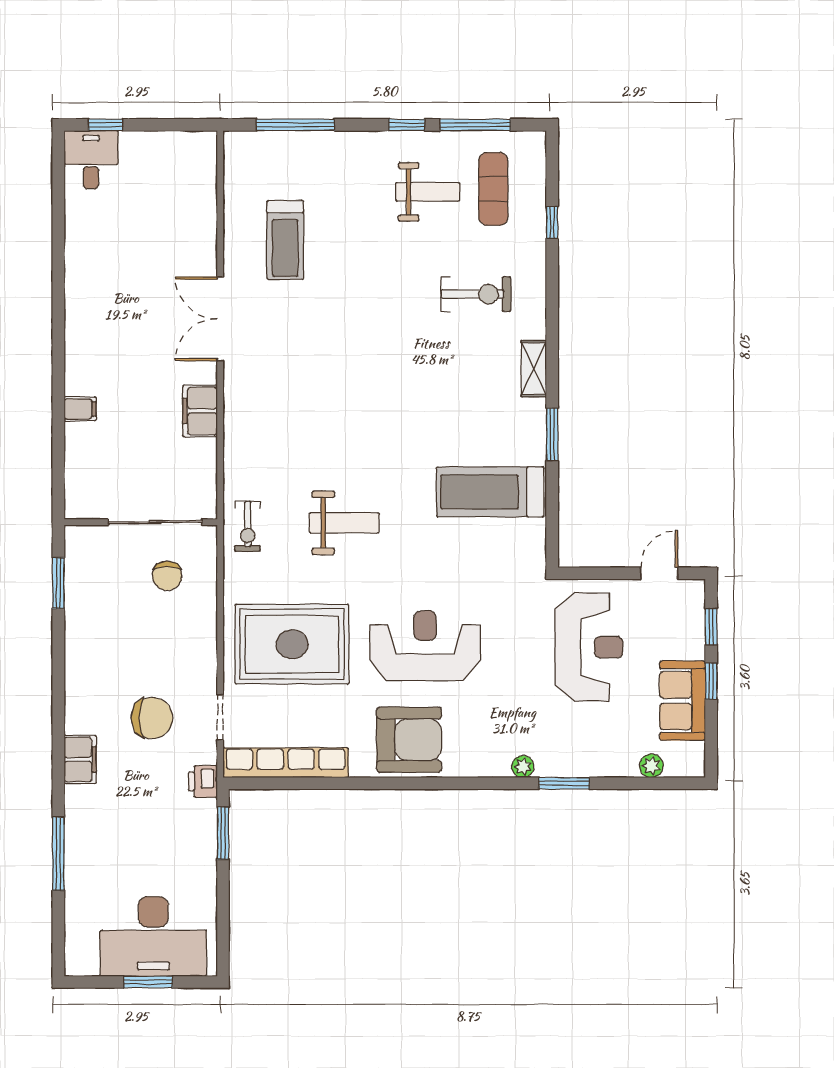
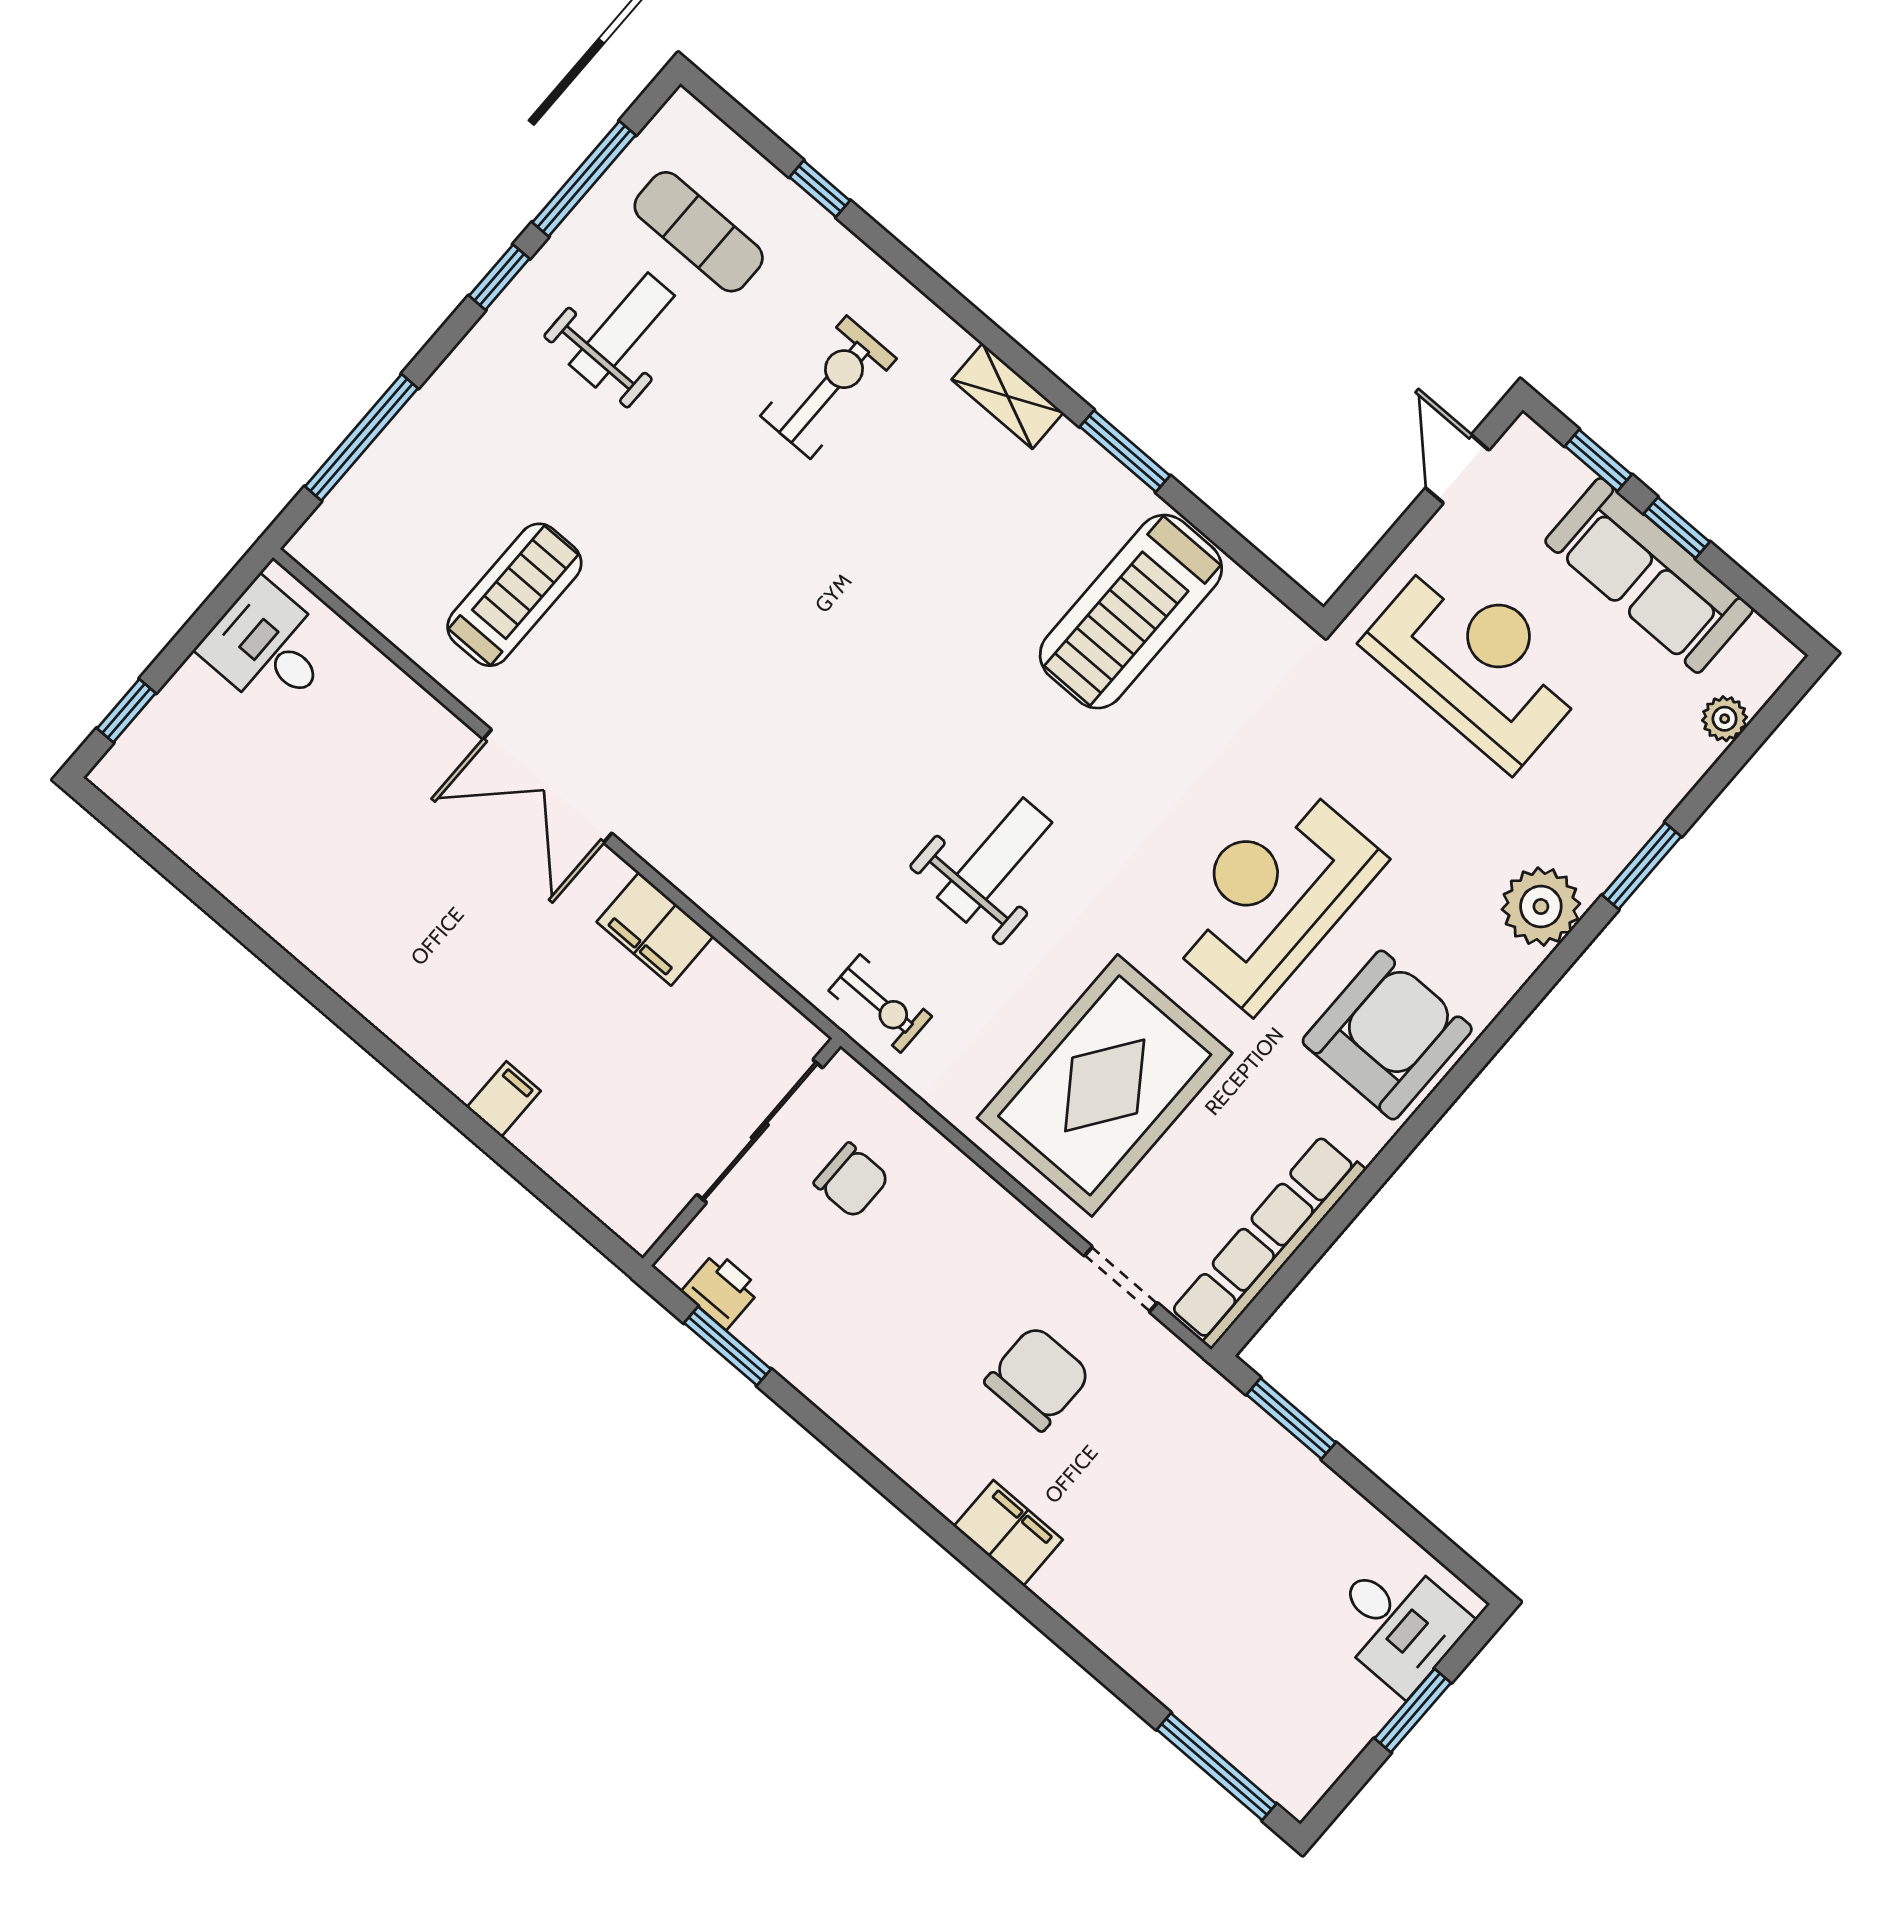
desk: (91, 160) -> (268, 647), moved
treadmill: (285, 240) -> (514, 595), turned -90
sofa: (683, 701) -> (1649, 576), width x1.36
plant: (523, 767) -> (1541, 907), width x1.87, depth x1.87
printer: (203, 782) -> (721, 1290), moved, turned 180
window: (58, 854) -> (1217, 1767), moved
desk: (153, 936) -> (1398, 1623), width x0.53, depth x0.77

